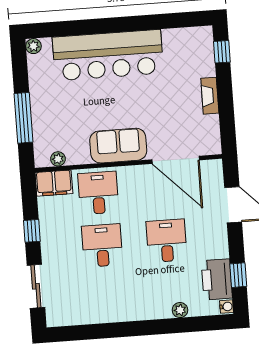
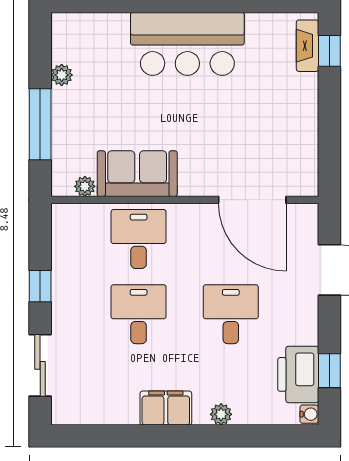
plant: (33, 46) -> (62, 75), moved
bar counter: (108, 55) -> (187, 44), width x0.73
fireplace: (210, 96) -> (308, 46), moved
sofa: (118, 146) -> (137, 174), moved
filing cabinet: (54, 183) -> (166, 408), moved, turned 180
plant: (180, 310) -> (221, 414), moved

